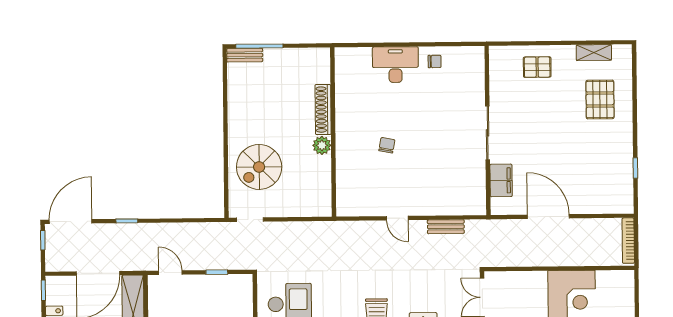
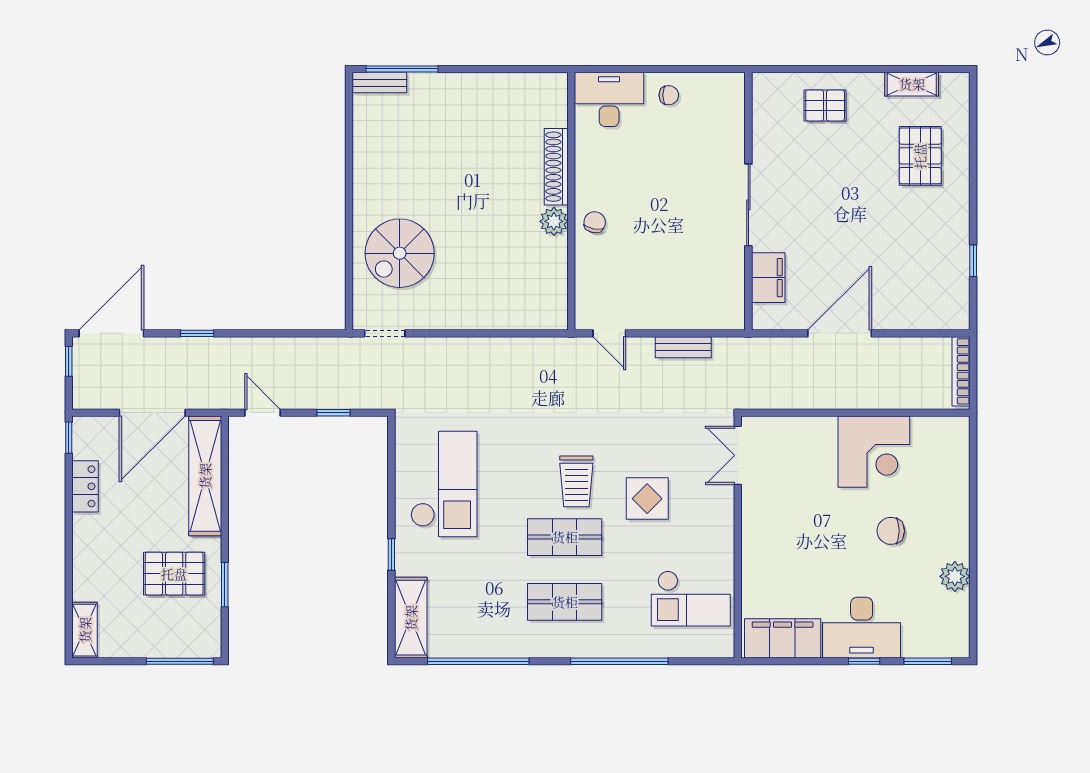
shoe rack: (323, 110) -> (556, 167), moved
wall: (333, 132) -> (571, 201), moved
plant: (322, 145) -> (554, 221), moved
door: (548, 217) -> (840, 333), hinge flipped

